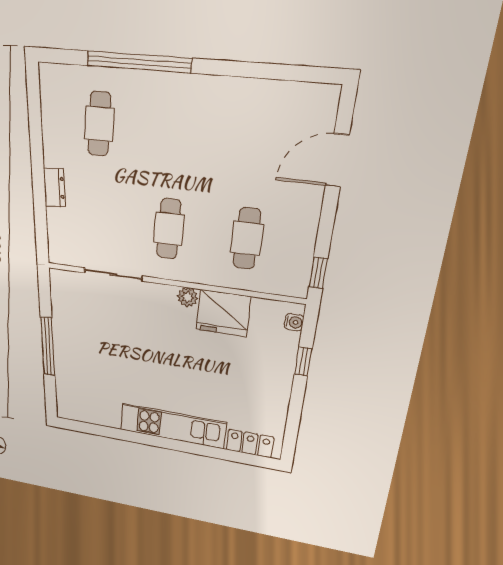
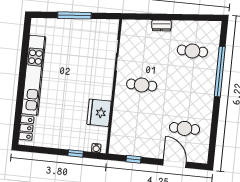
cafe table: (247, 238) -> (185, 128), moved
window: (318, 273) -> (134, 159), moved
plant: (187, 297) -> (107, 94), removed
kitchen unit: (173, 426) -> (34, 75), width x1.36

